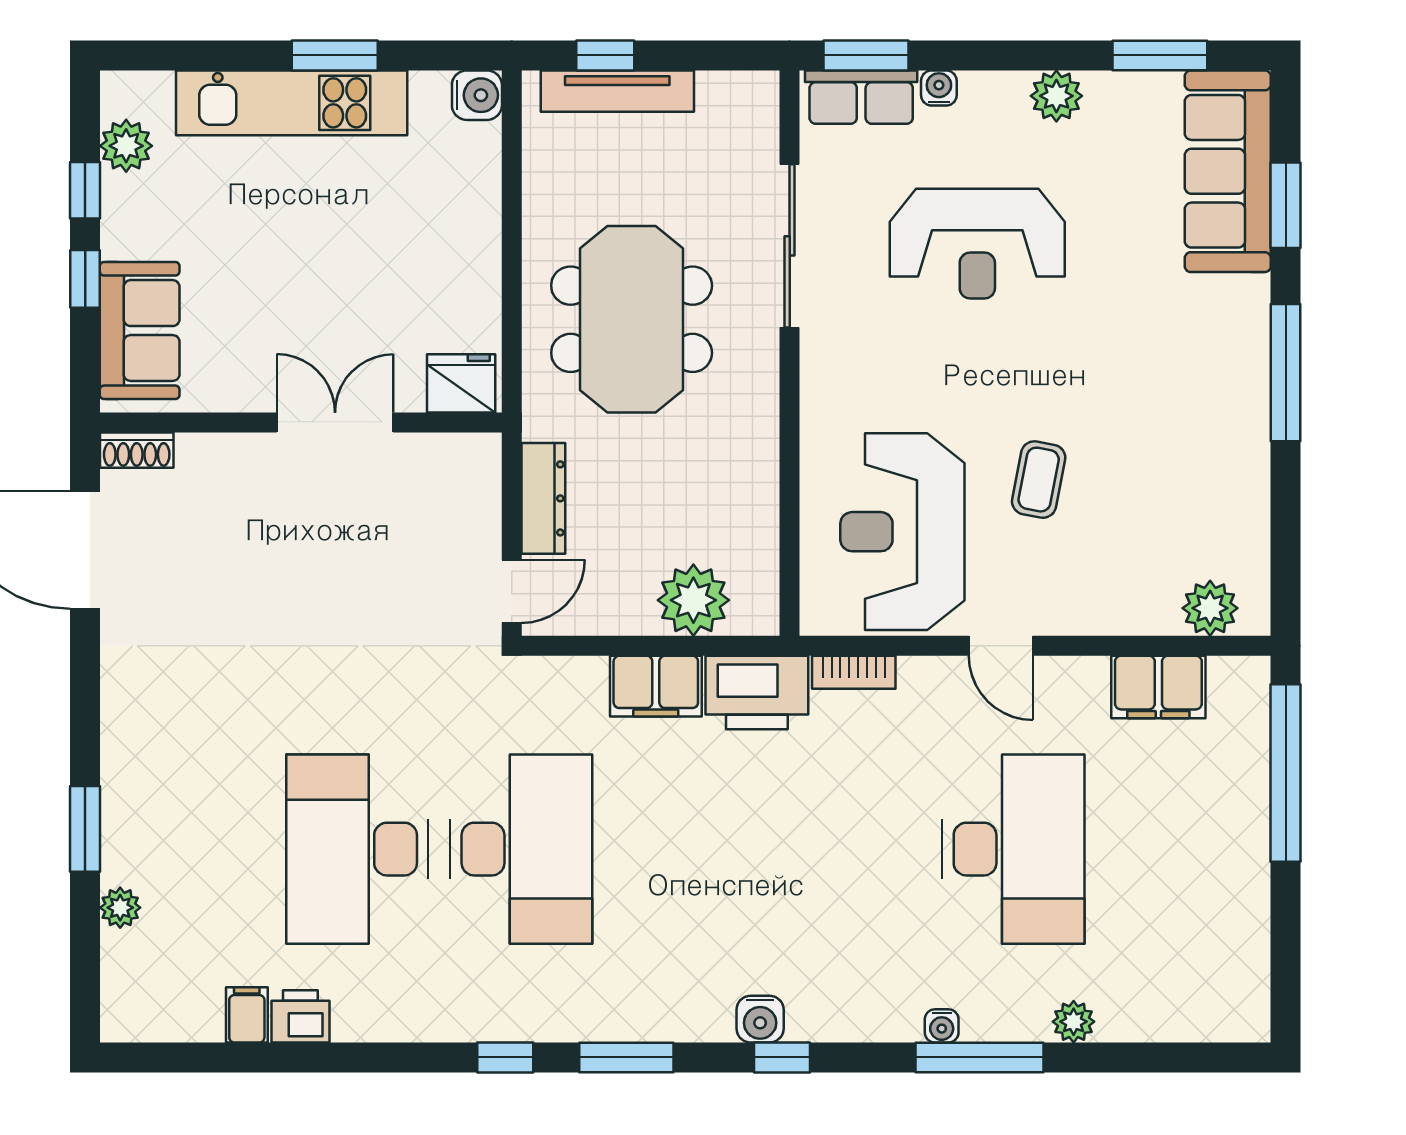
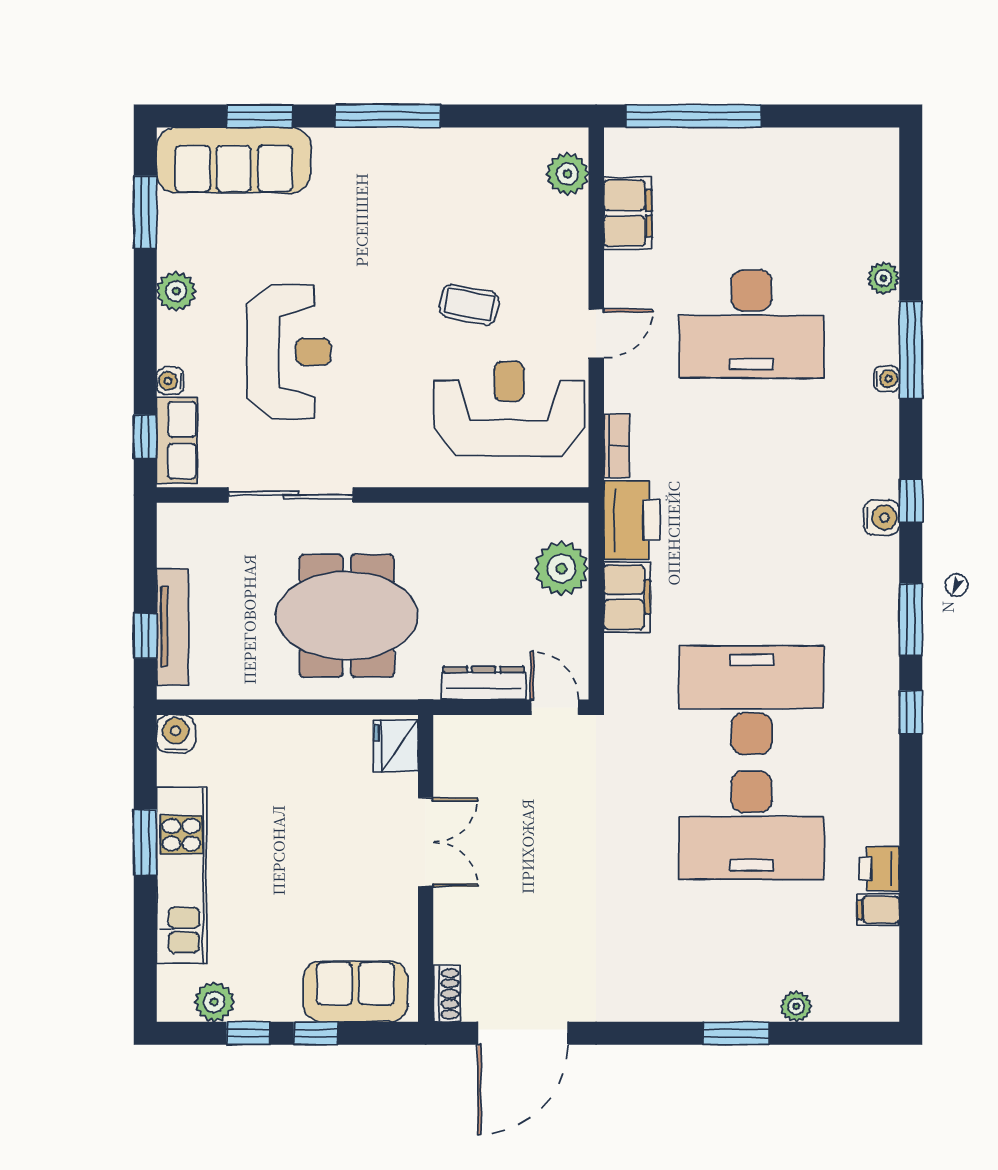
window: (866, 55) -> (145, 437), width x0.67
double door: (335, 422) -> (426, 842), swing flipped
reception desk: (902, 532) -> (509, 409), turned 180
desk: (1013, 849) -> (752, 324), turned 180

